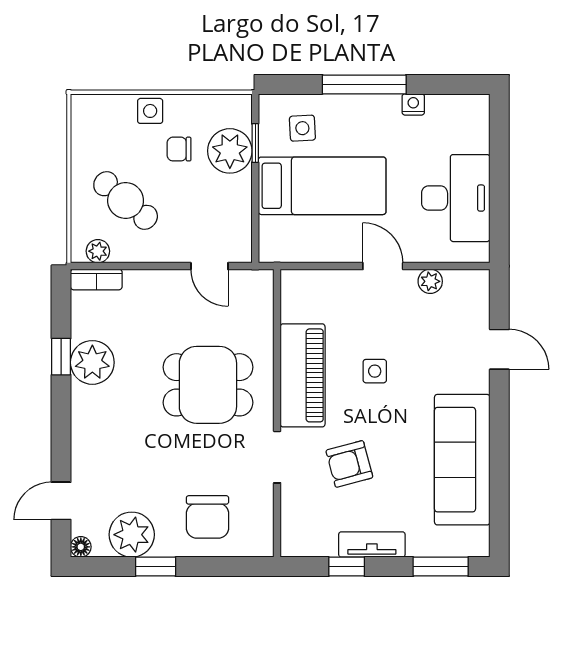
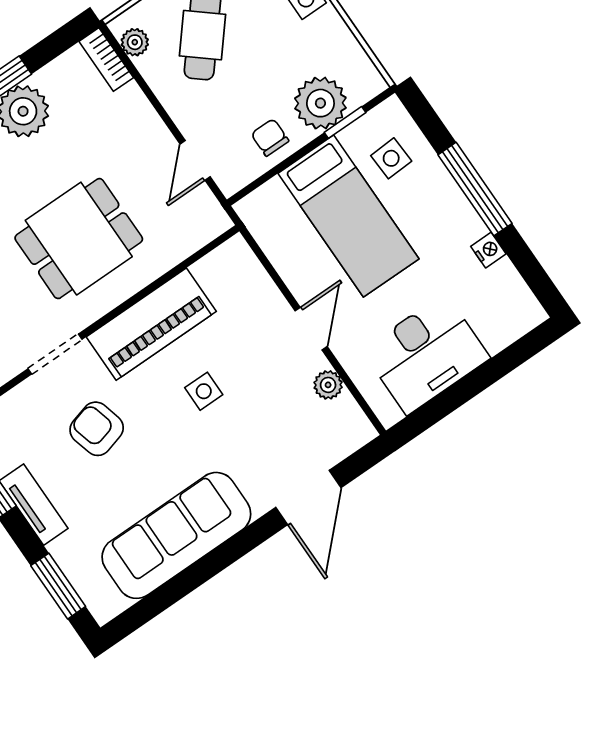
chair: (179, 149) -> (270, 137), moved
door: (499, 349) -> (308, 498), width x1.38
dining table: (208, 385) -> (79, 239), turned 90

